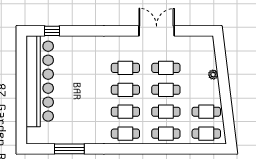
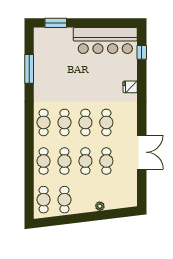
fridge: (88, 43) -> (130, 87), added
bar counter: (40, 81) -> (105, 41), width x0.73
window: (21, 121) -> (56, 23), added

